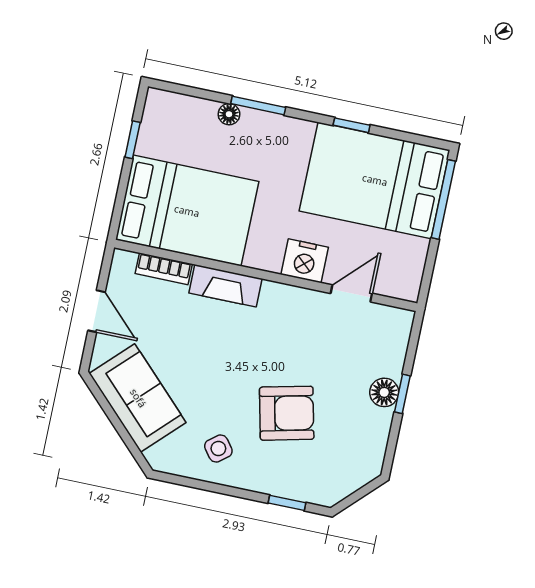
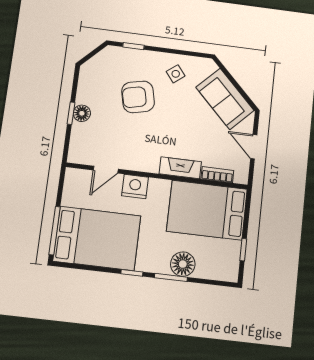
floor lamp: (229, 114) -> (183, 264), width x1.89, depth x1.89
window: (352, 125) -> (132, 273), moved

